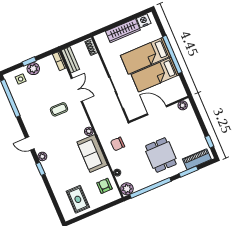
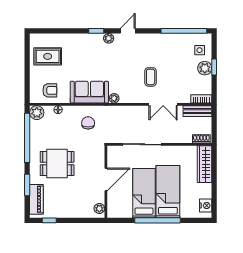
wardrobe: (123, 31) -> (205, 164), moved

